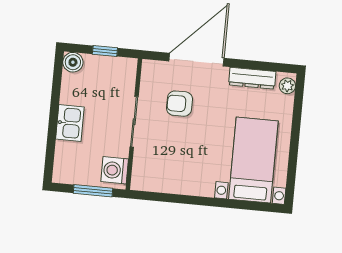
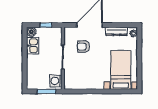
kitchen sink: (70, 123) -> (33, 46), moved

